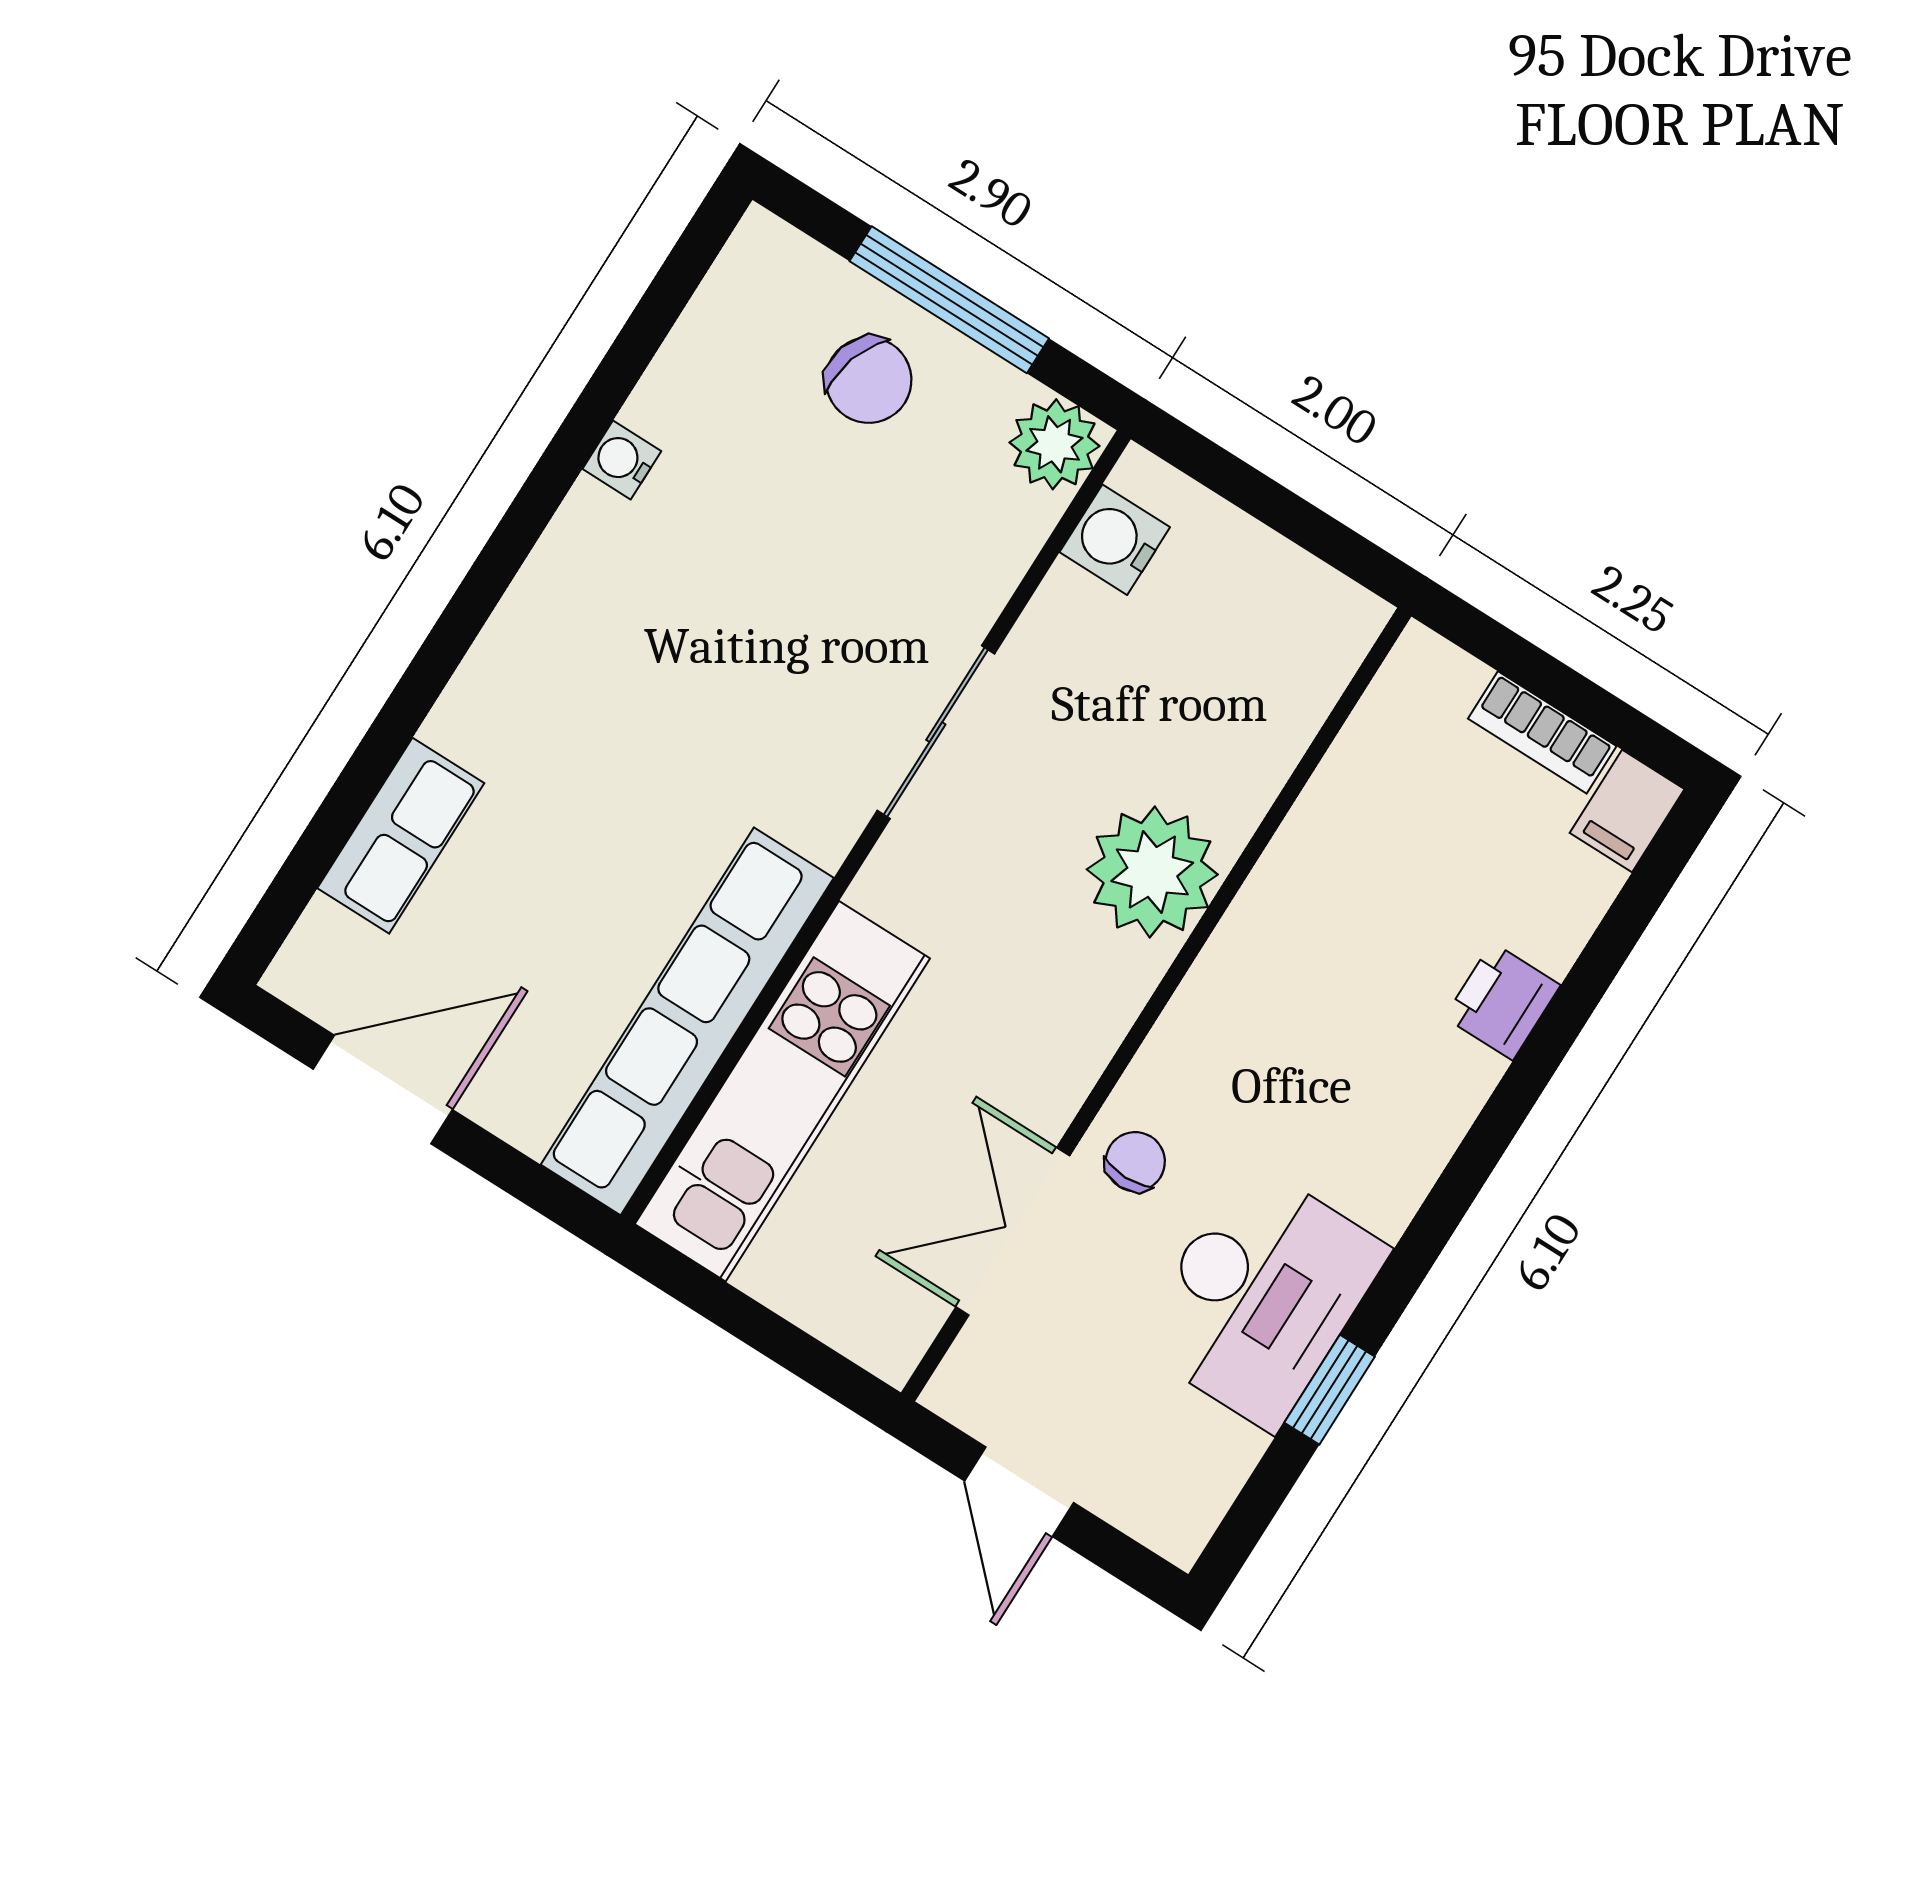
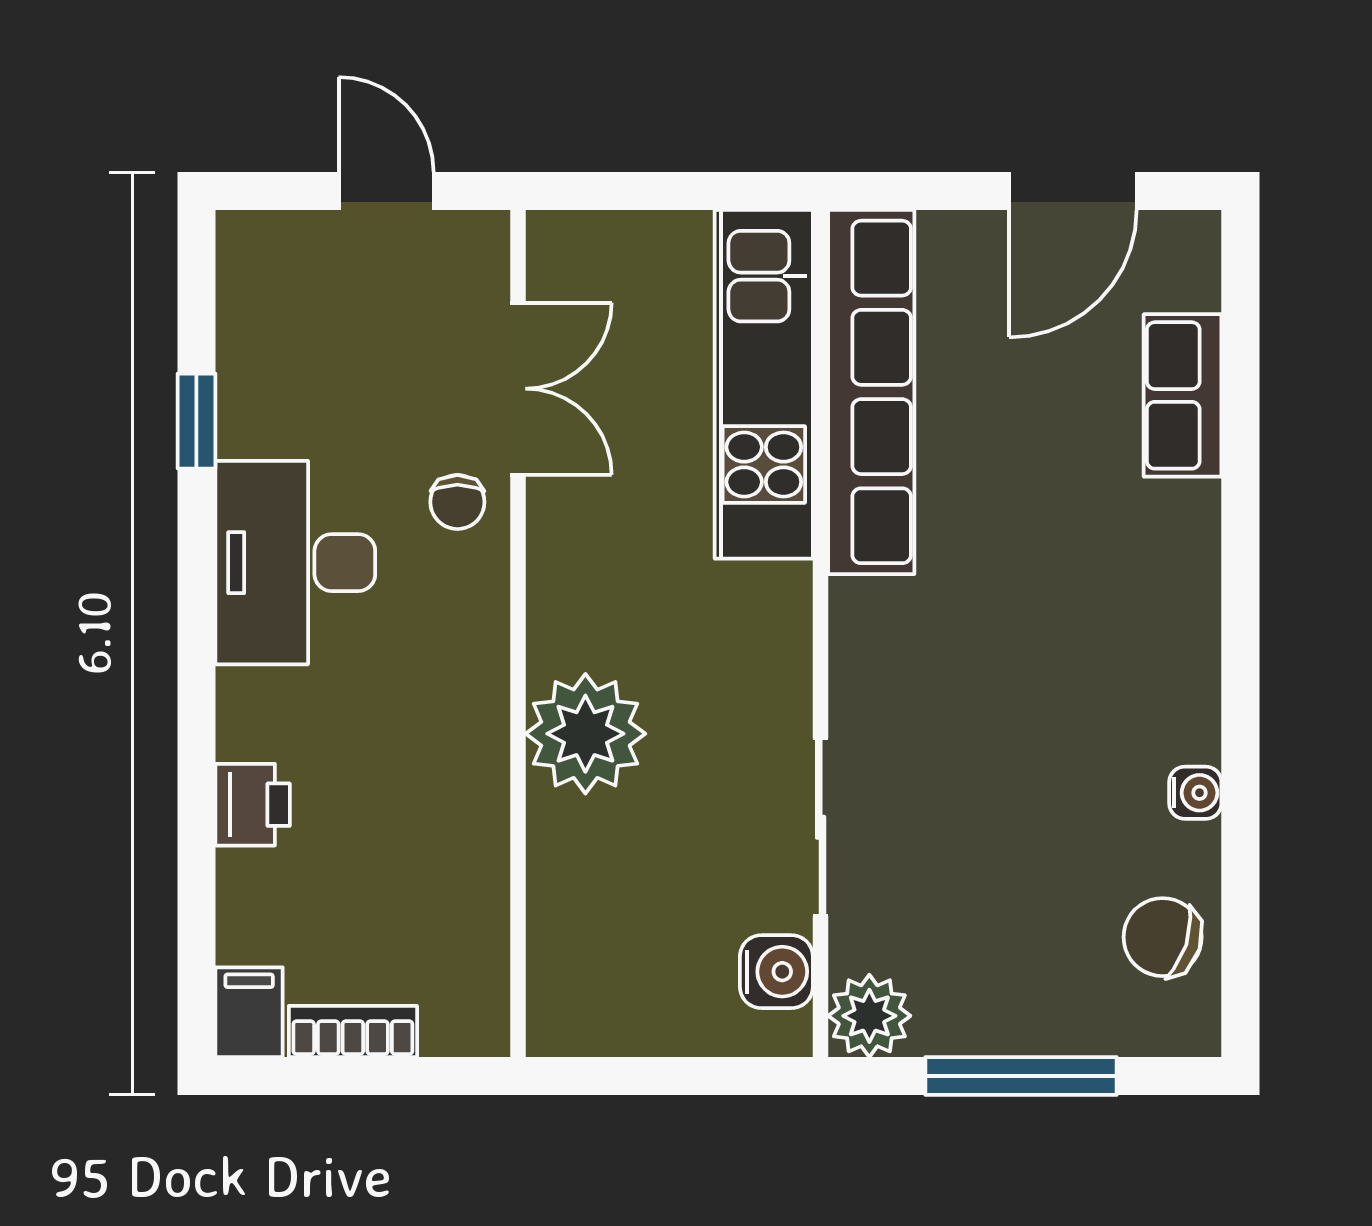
chair: (869, 380) -> (1163, 937), moved
sliding door: (936, 732) -> (821, 827), moved
desk: (1261, 1296) -> (295, 563), moved

